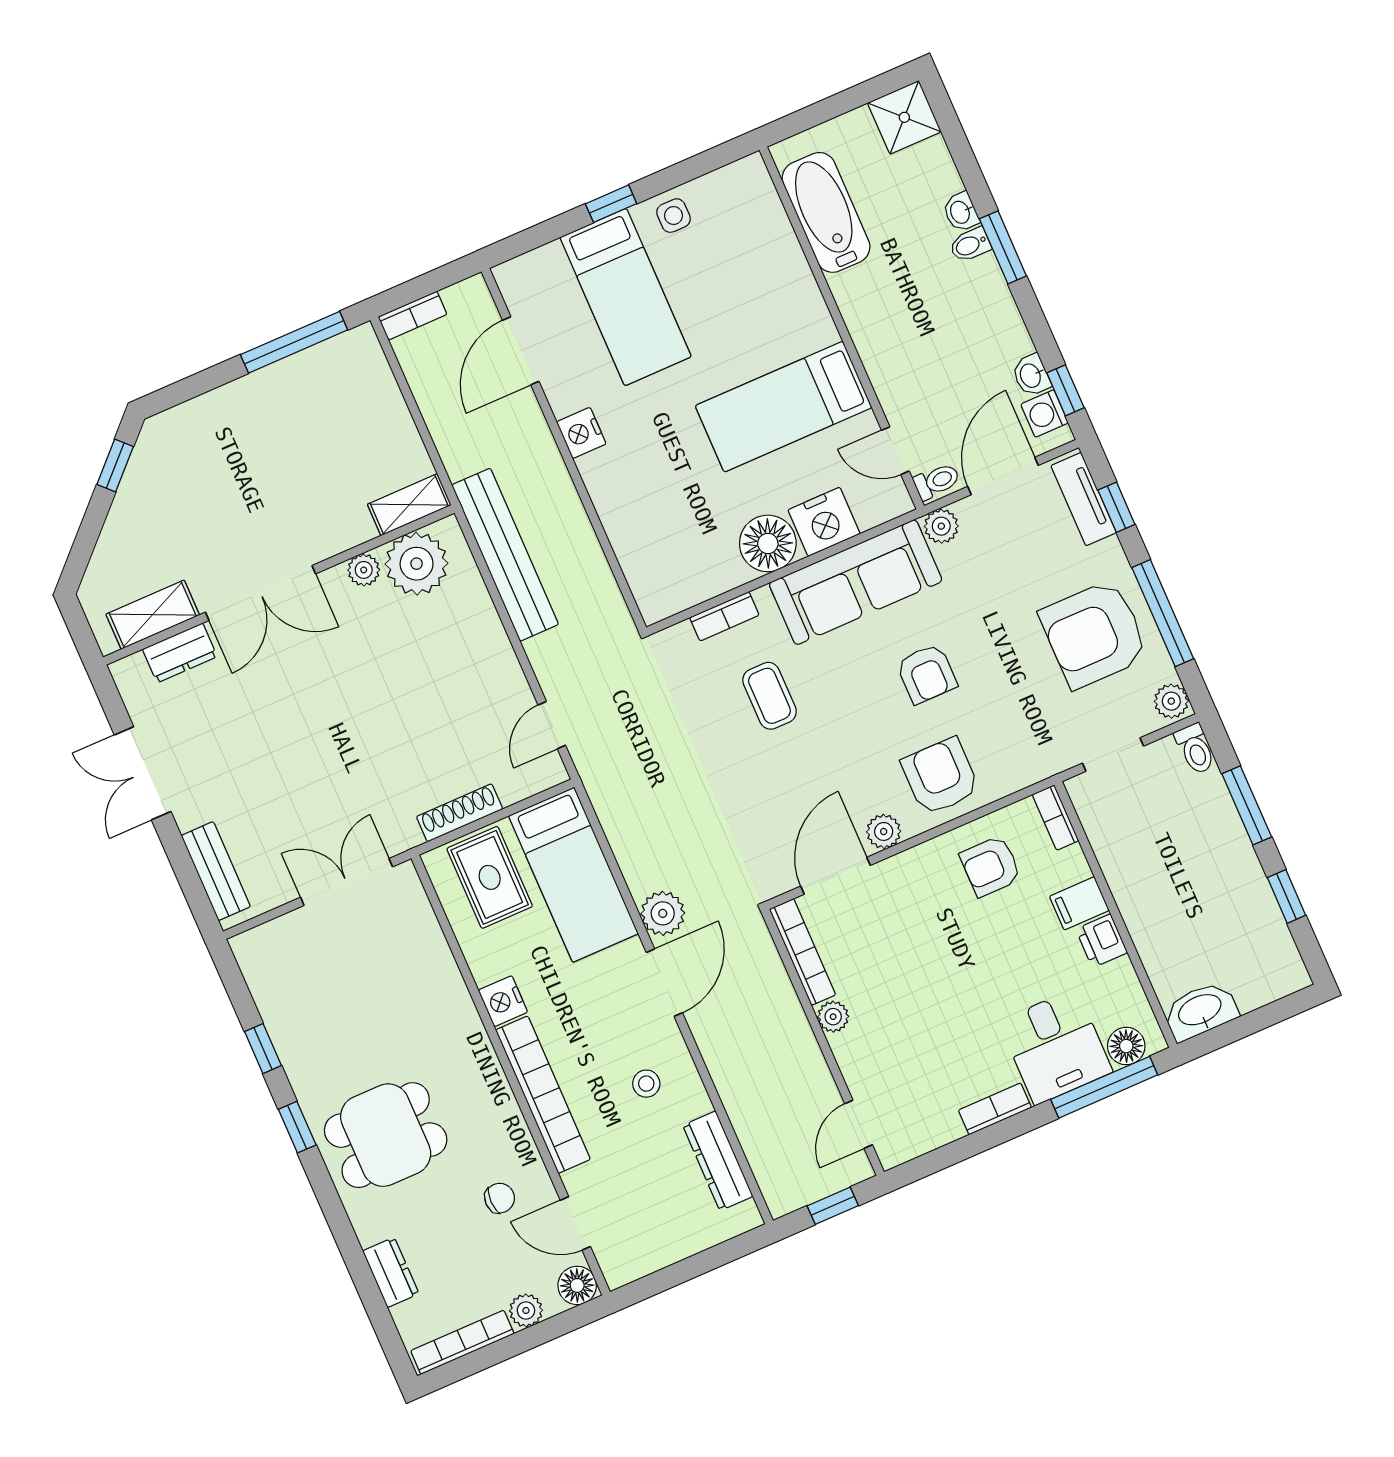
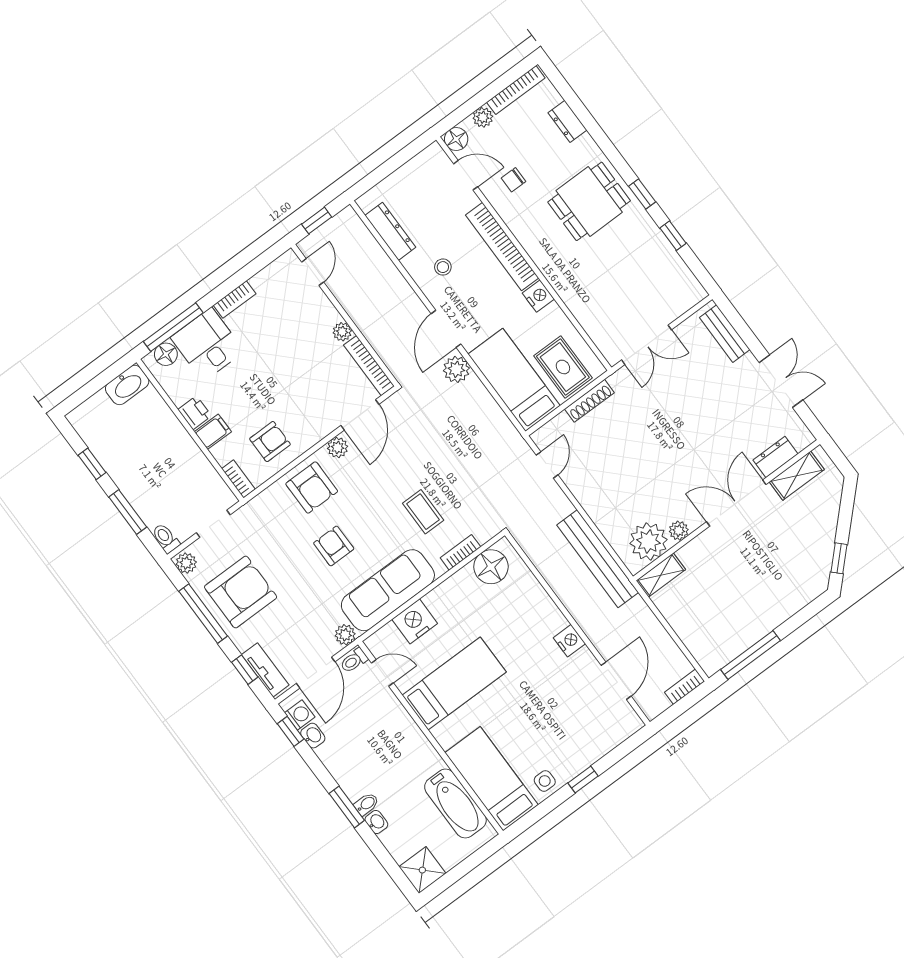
bed: (626, 297) -> (492, 779), moved
floor lamp: (768, 543) -> (491, 567), moved

